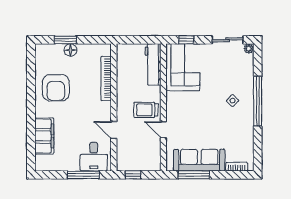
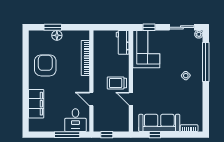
workbench: (153, 64) -> (123, 42), width x0.73
armchair: (56, 88) -> (45, 65), turned 180
window: (258, 101) -> (206, 62), moved
window: (194, 175) -> (155, 135), width x0.46

